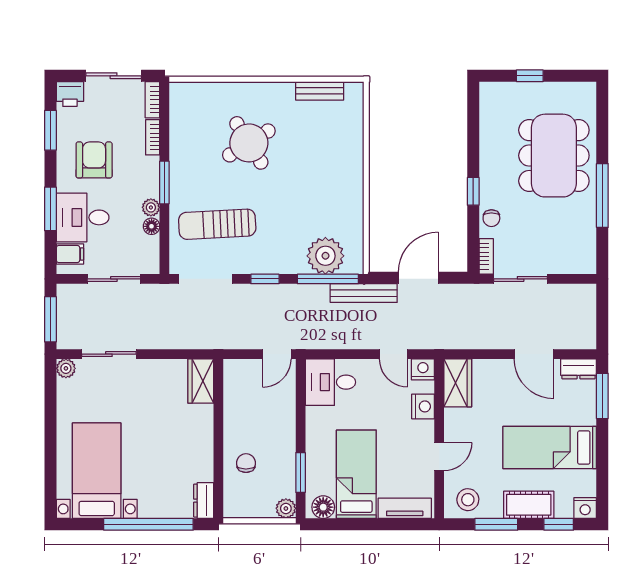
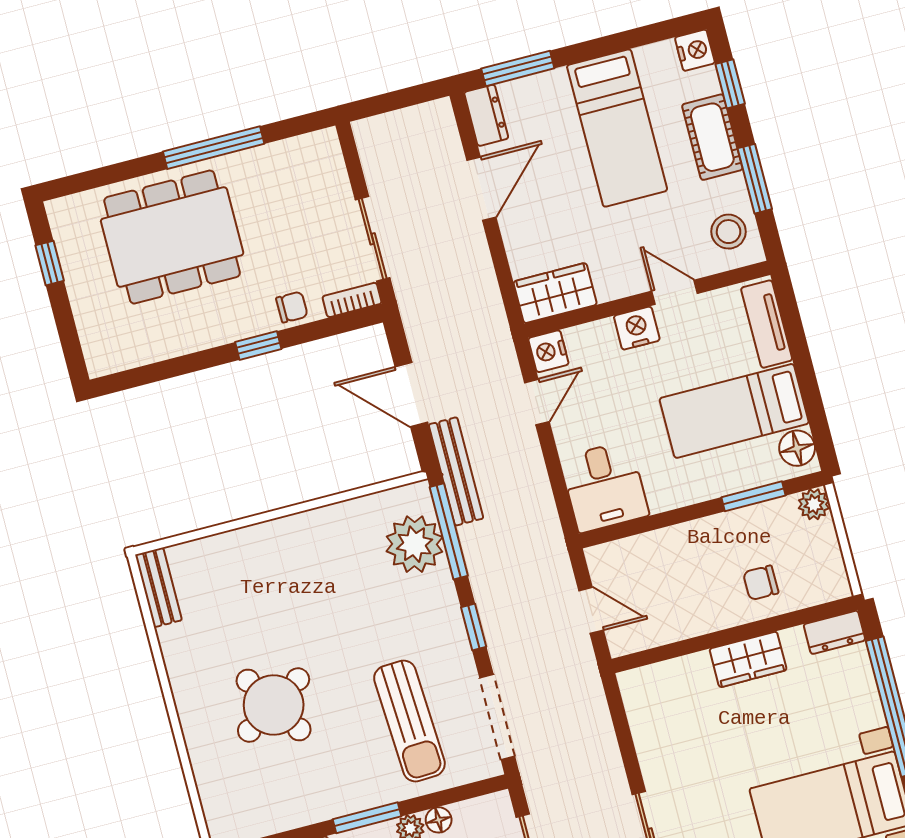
window: (530, 76) -> (50, 263), moved
bench: (320, 91) -> (158, 587), moved
door: (277, 354) -> (591, 610), moved
wardrobe: (201, 381) -> (748, 659), moved
nightstand: (423, 406) -> (637, 328), moved

